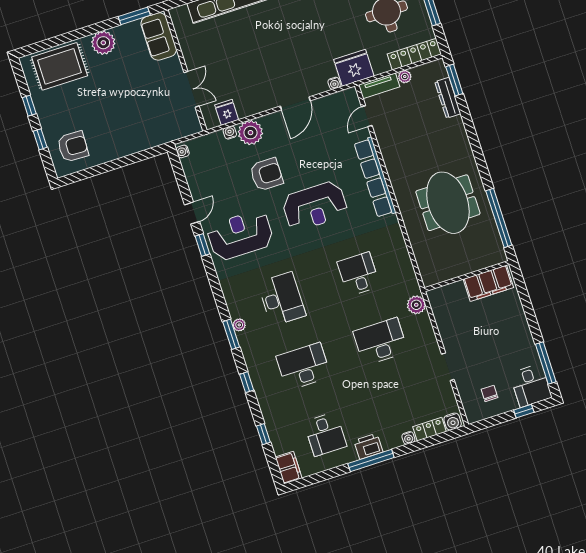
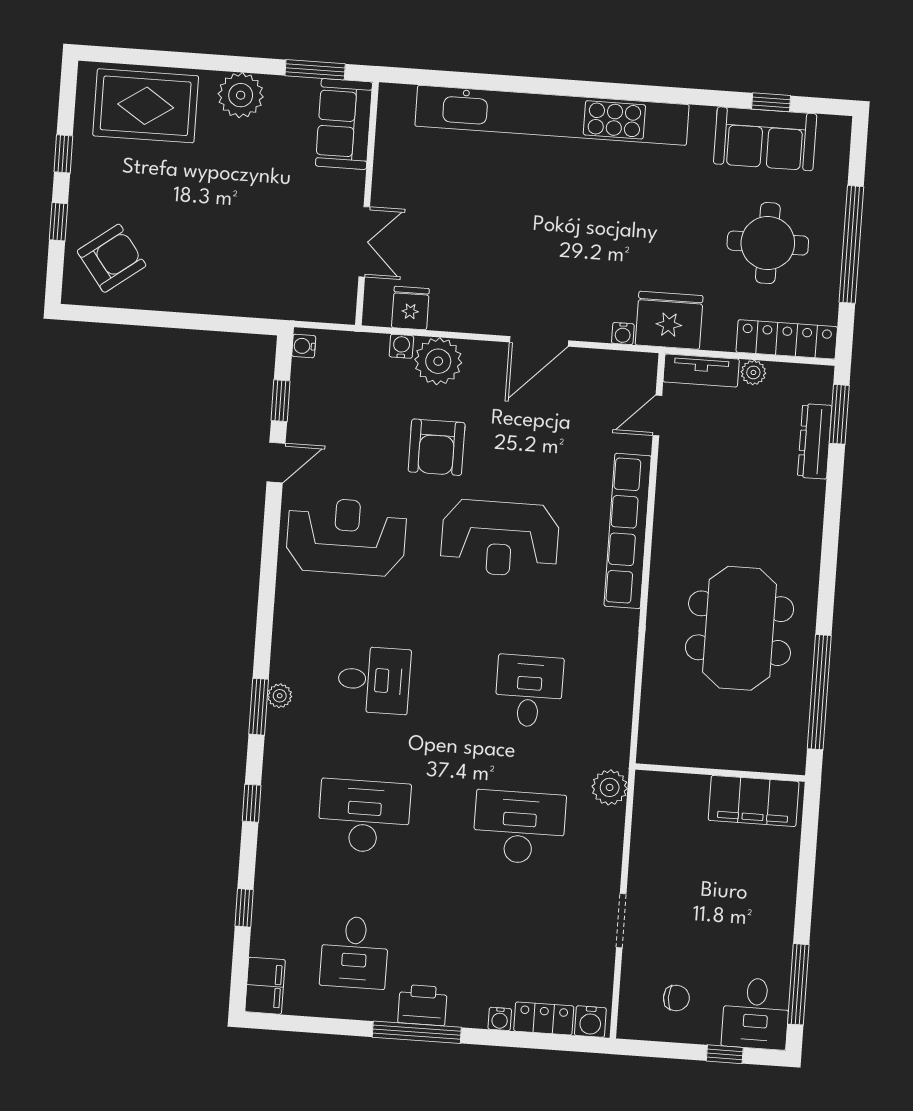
armchair: (73, 147) -> (112, 258), turned -39
armchair: (266, 174) -> (437, 447), turned 90
window: (202, 245) -> (281, 401), moved
desk: (282, 299) -> (374, 680), width x0.73
chair: (490, 393) -> (676, 998), turned 90

